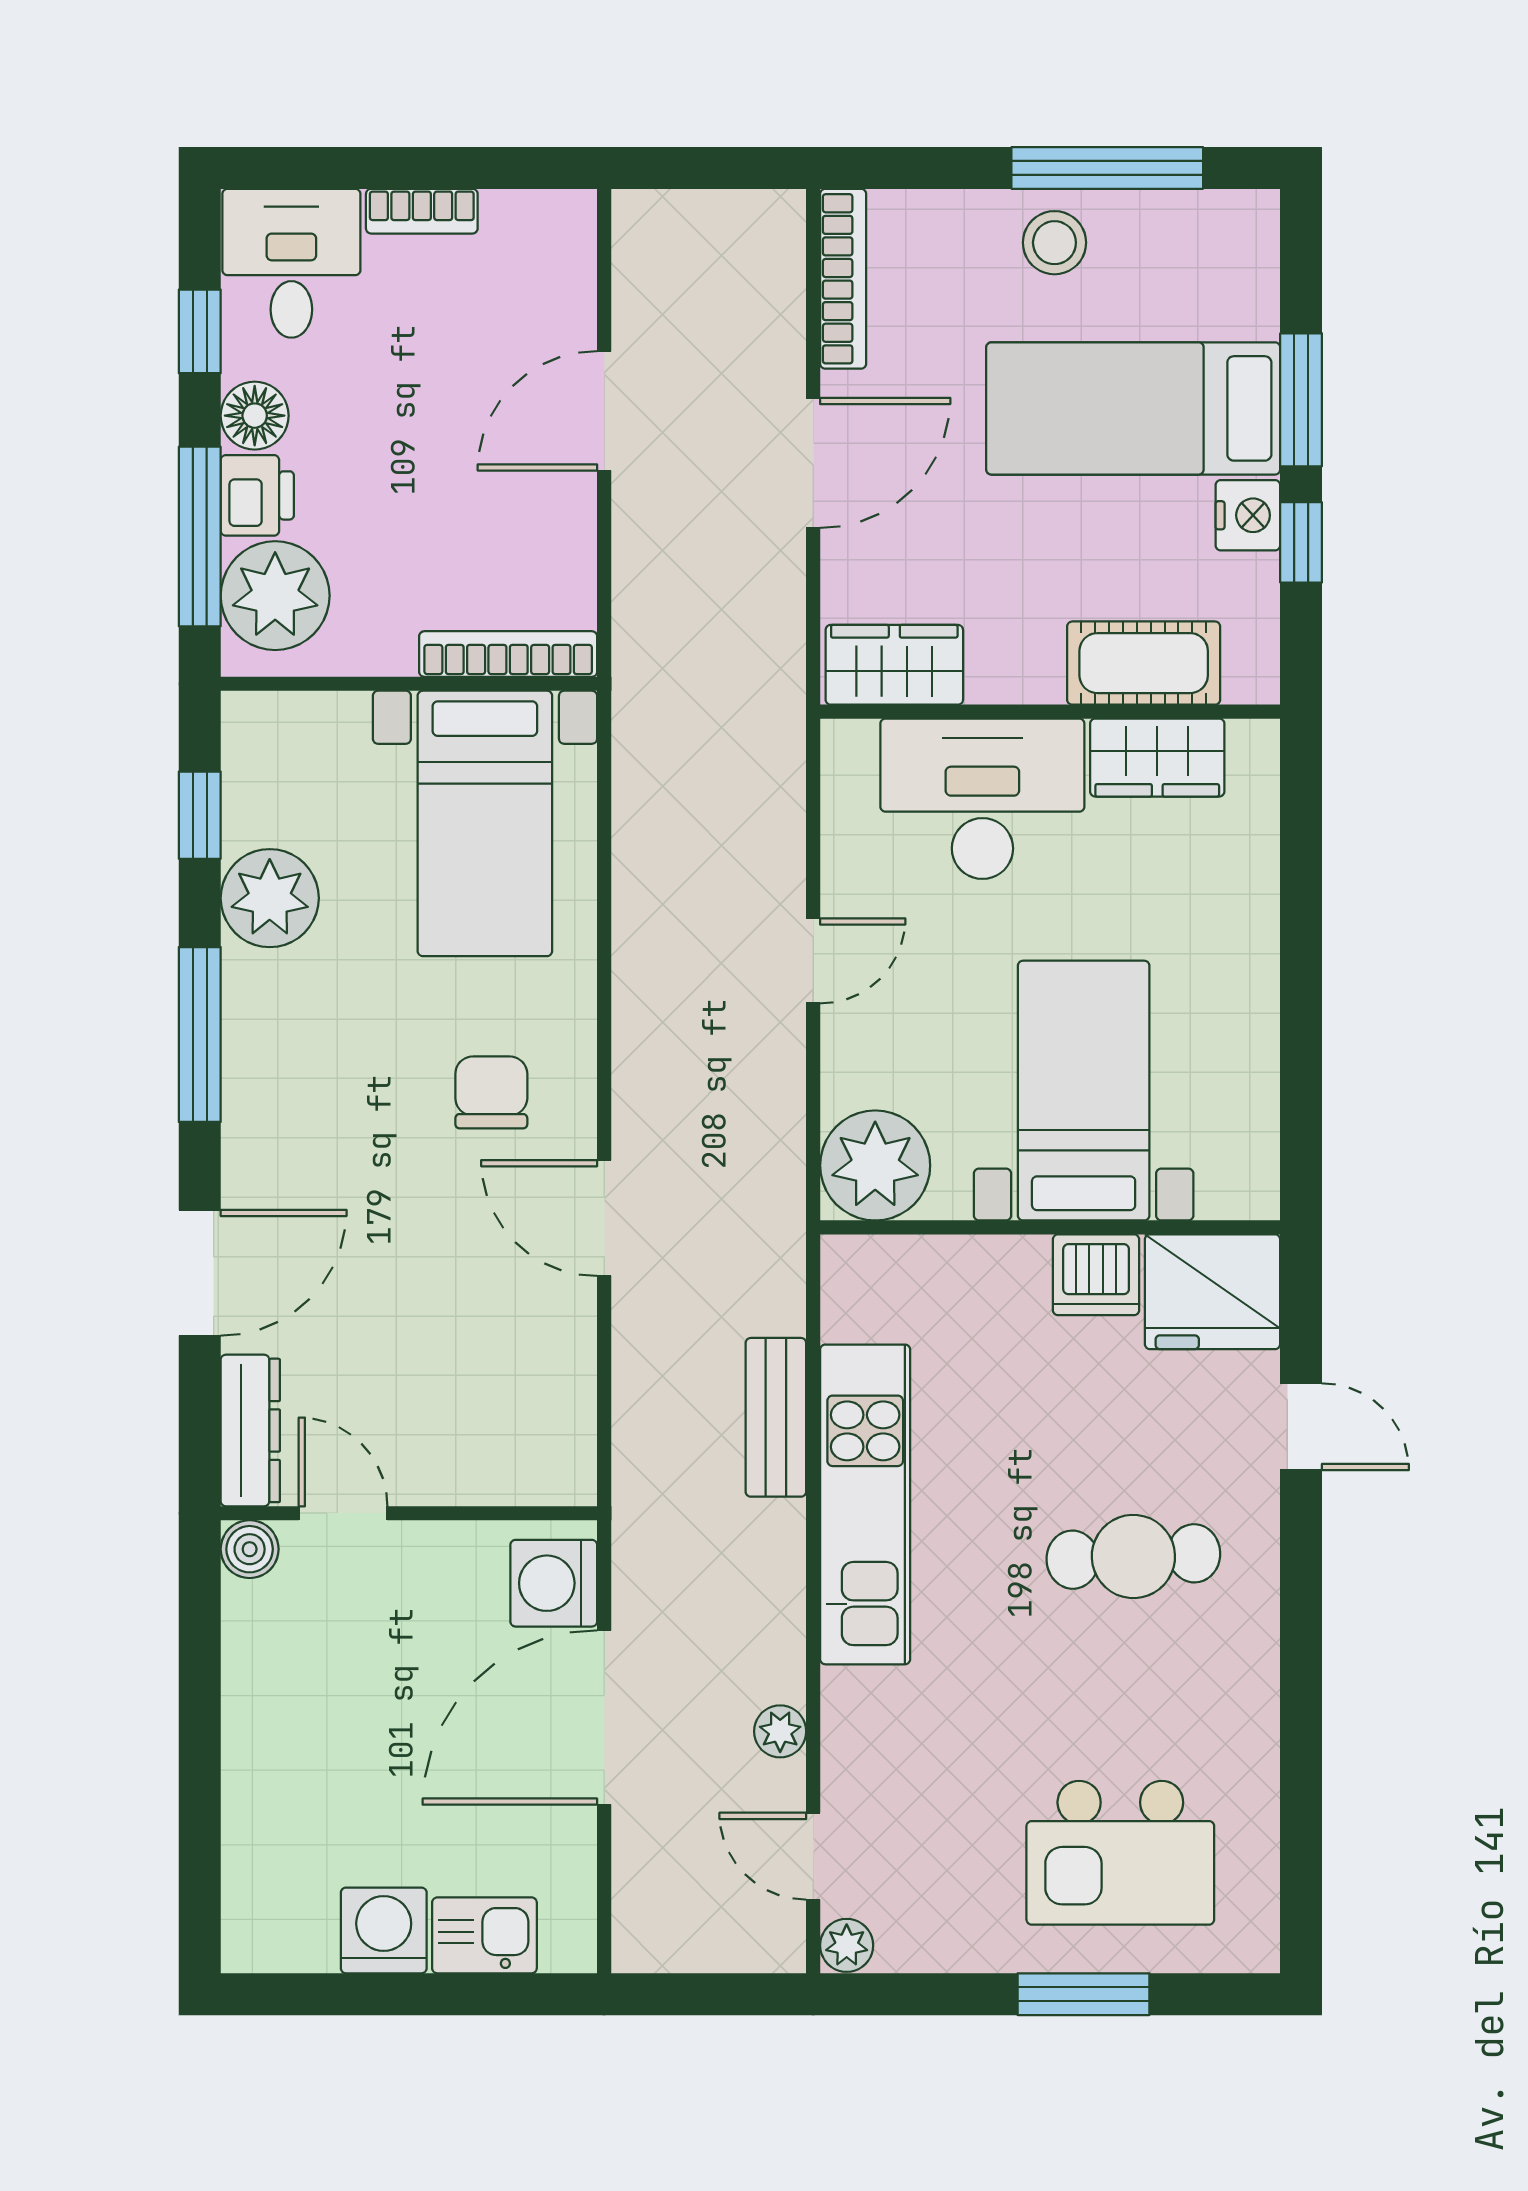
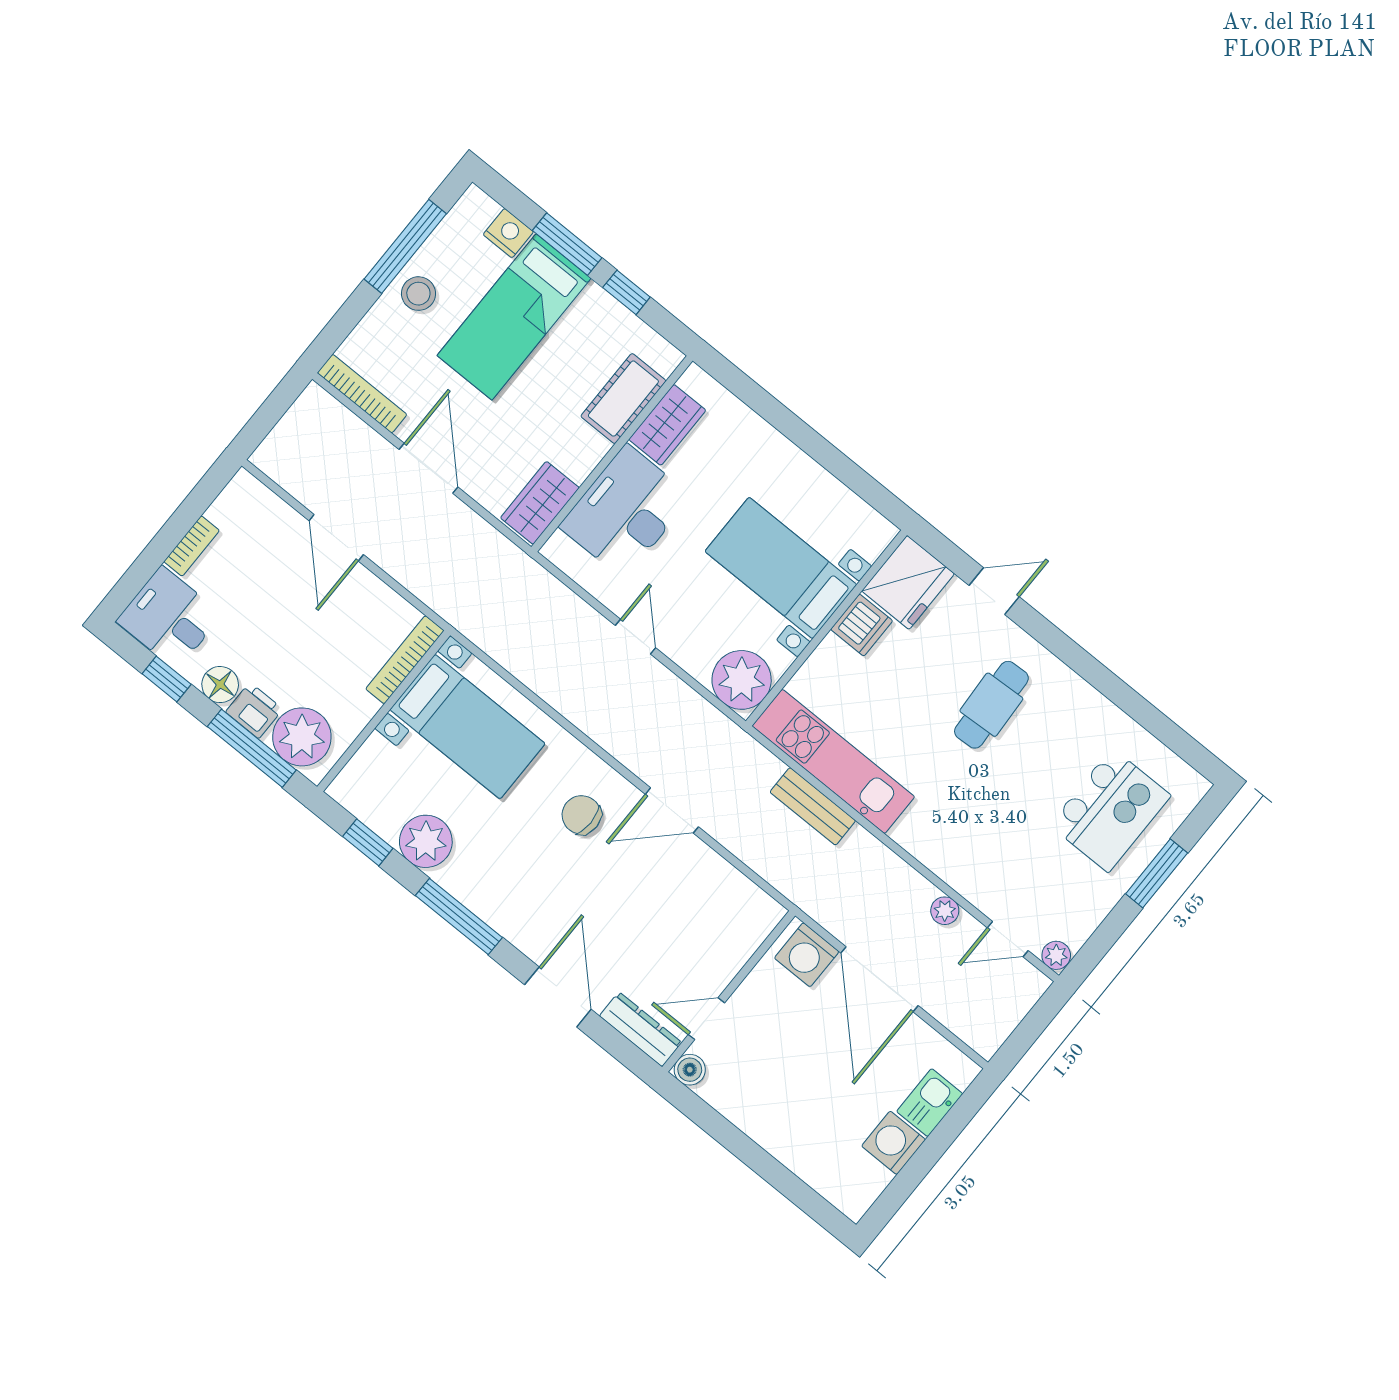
nightstand: (1248, 515) -> (508, 233), moved
kitchen unit: (865, 1504) -> (833, 761), moved

